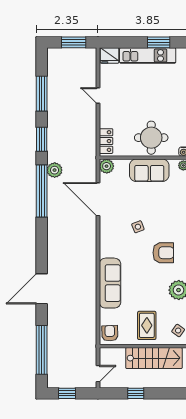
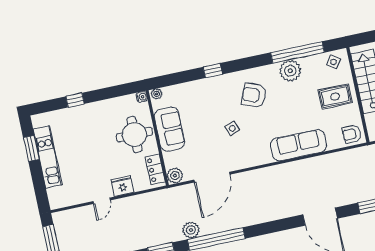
fridge: (110, 56) -> (122, 186), moved, turned -90
locker: (106, 141) -> (155, 169), moved, turned -90
armchair: (163, 253) -> (254, 95), turned -67

